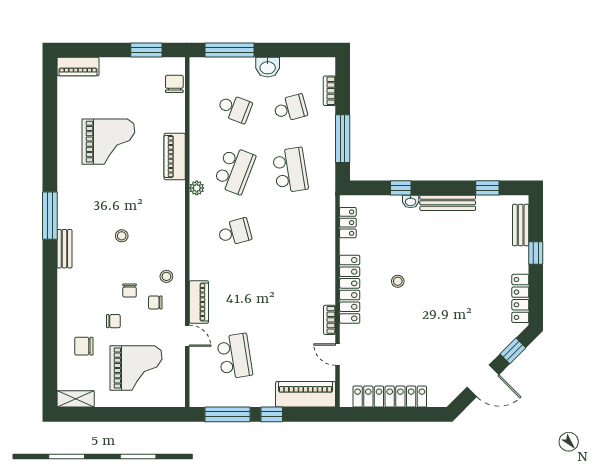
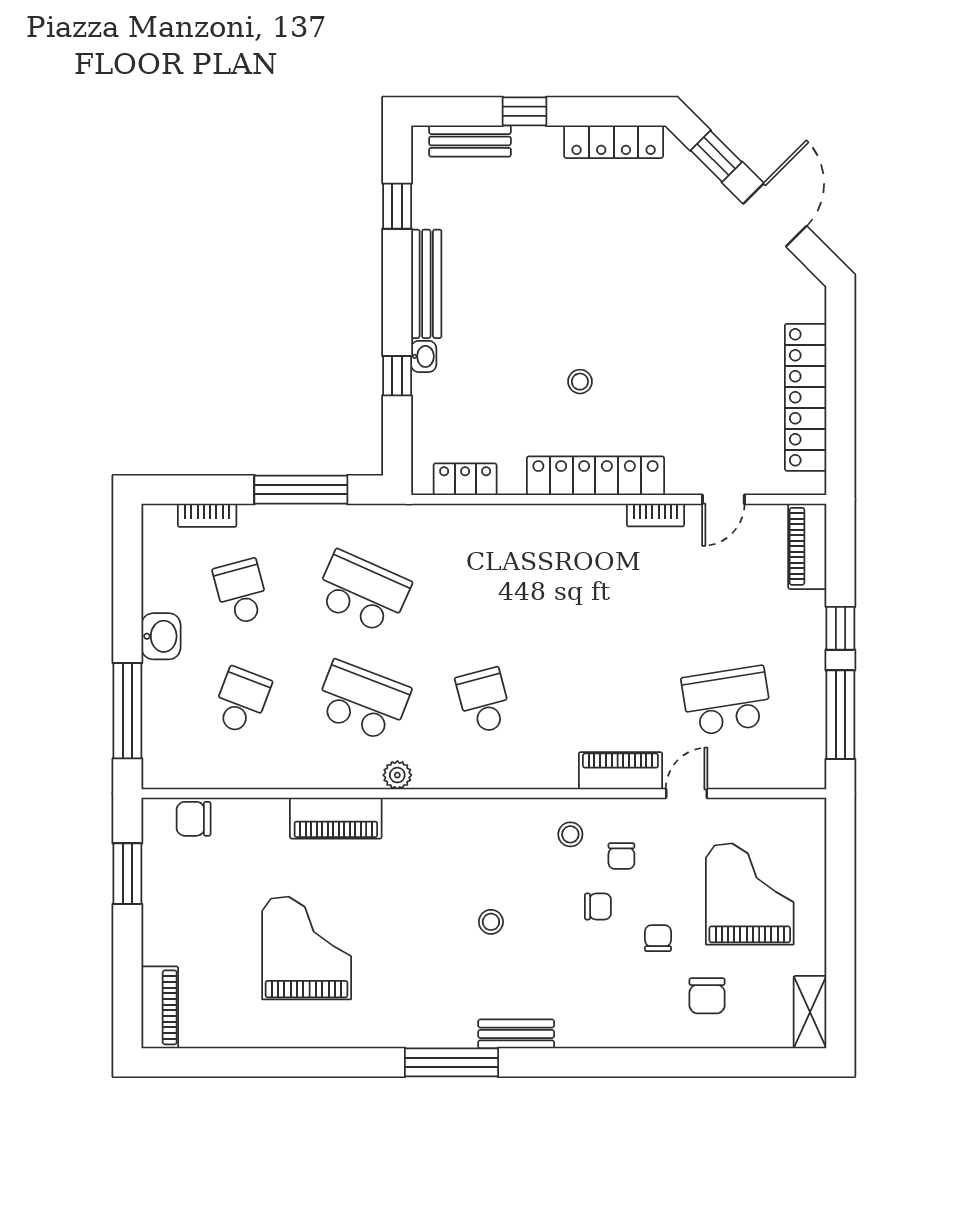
school desk: (290, 170) -> (363, 592), turned 33
piano: (306, 394) -> (807, 546), width x0.73, depth x0.75

